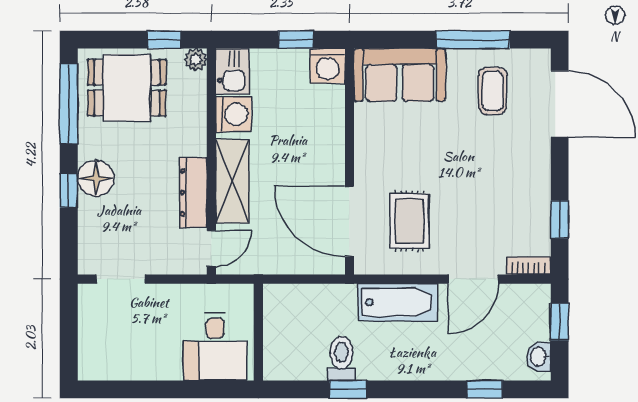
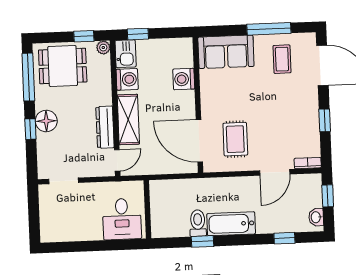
window: (296, 40) -> (138, 34), moved
washing machine: (328, 66) -> (184, 79), moved, turned 90
window: (560, 219) -> (325, 120), moved
bathtub: (398, 302) -> (231, 224), moved, turned 180

